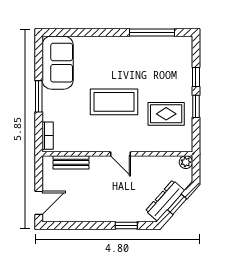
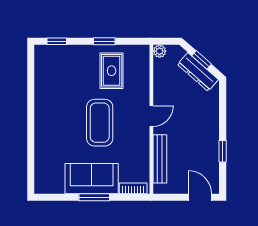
window: (152, 33) -> (31, 85), removed
sofa: (58, 63) -> (92, 179), moved
window: (196, 77) -> (57, 41), moved
bench: (71, 162) -> (160, 159), width x1.36
window: (126, 226) -> (223, 151), moved

